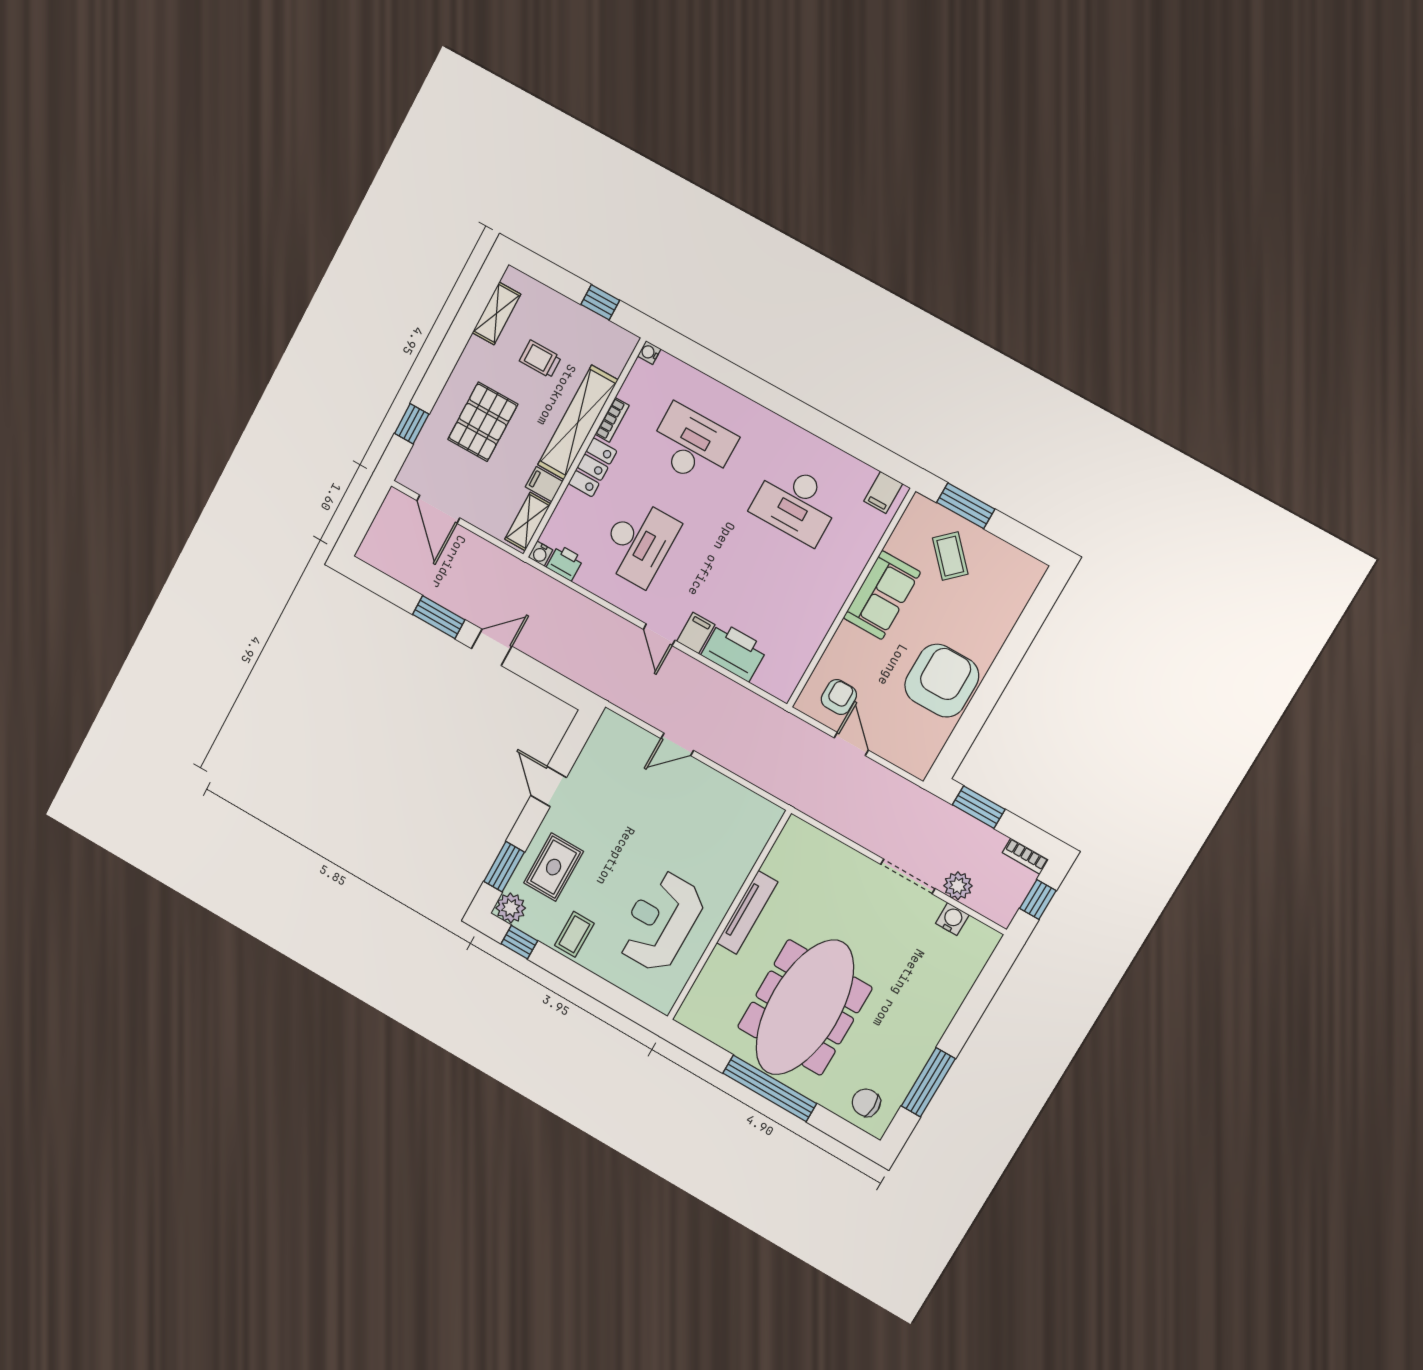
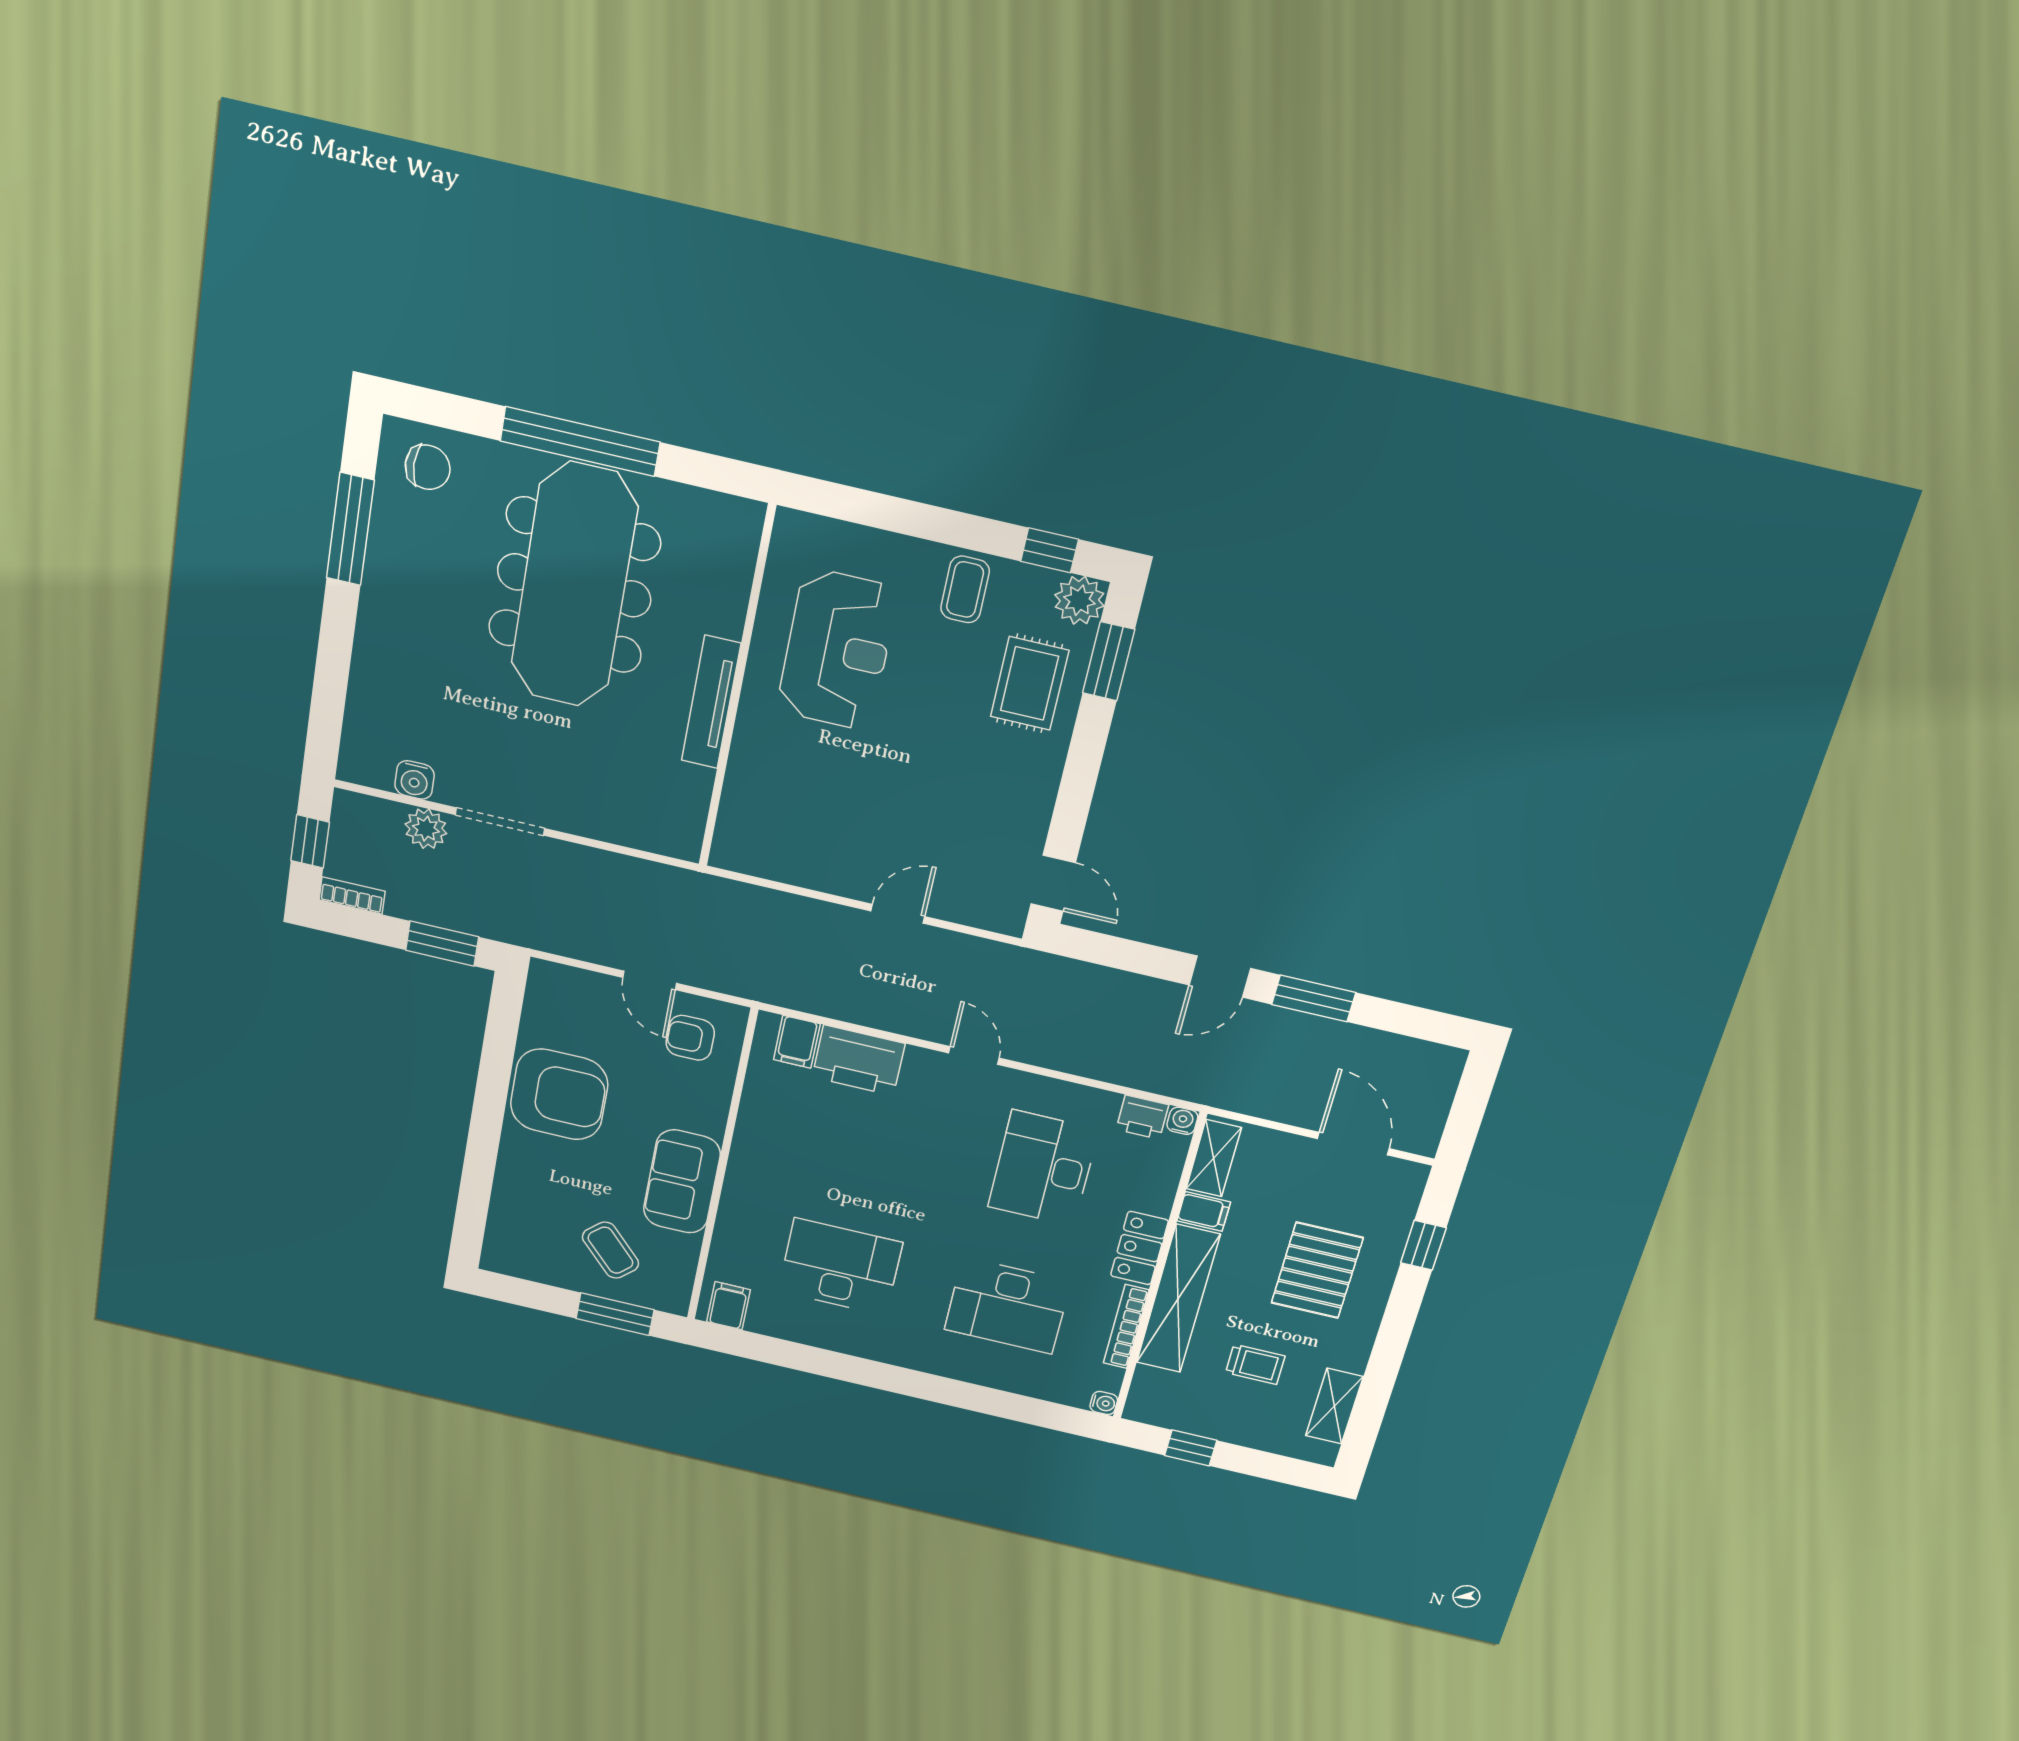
bookcase: (612, 420) -> (1126, 1327), width x1.56
filing cabinet: (696, 633) -> (797, 1042), moved
armchair: (942, 681) -> (559, 1094), turned -90
armchair: (839, 697) -> (690, 1038), turned 90
door: (549, 786) -> (1053, 883), moved

